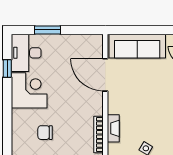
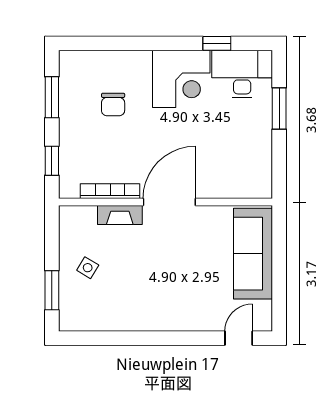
door: (105, 75) -> (169, 202), moved
chair: (45, 133) -> (113, 105), turned 180

